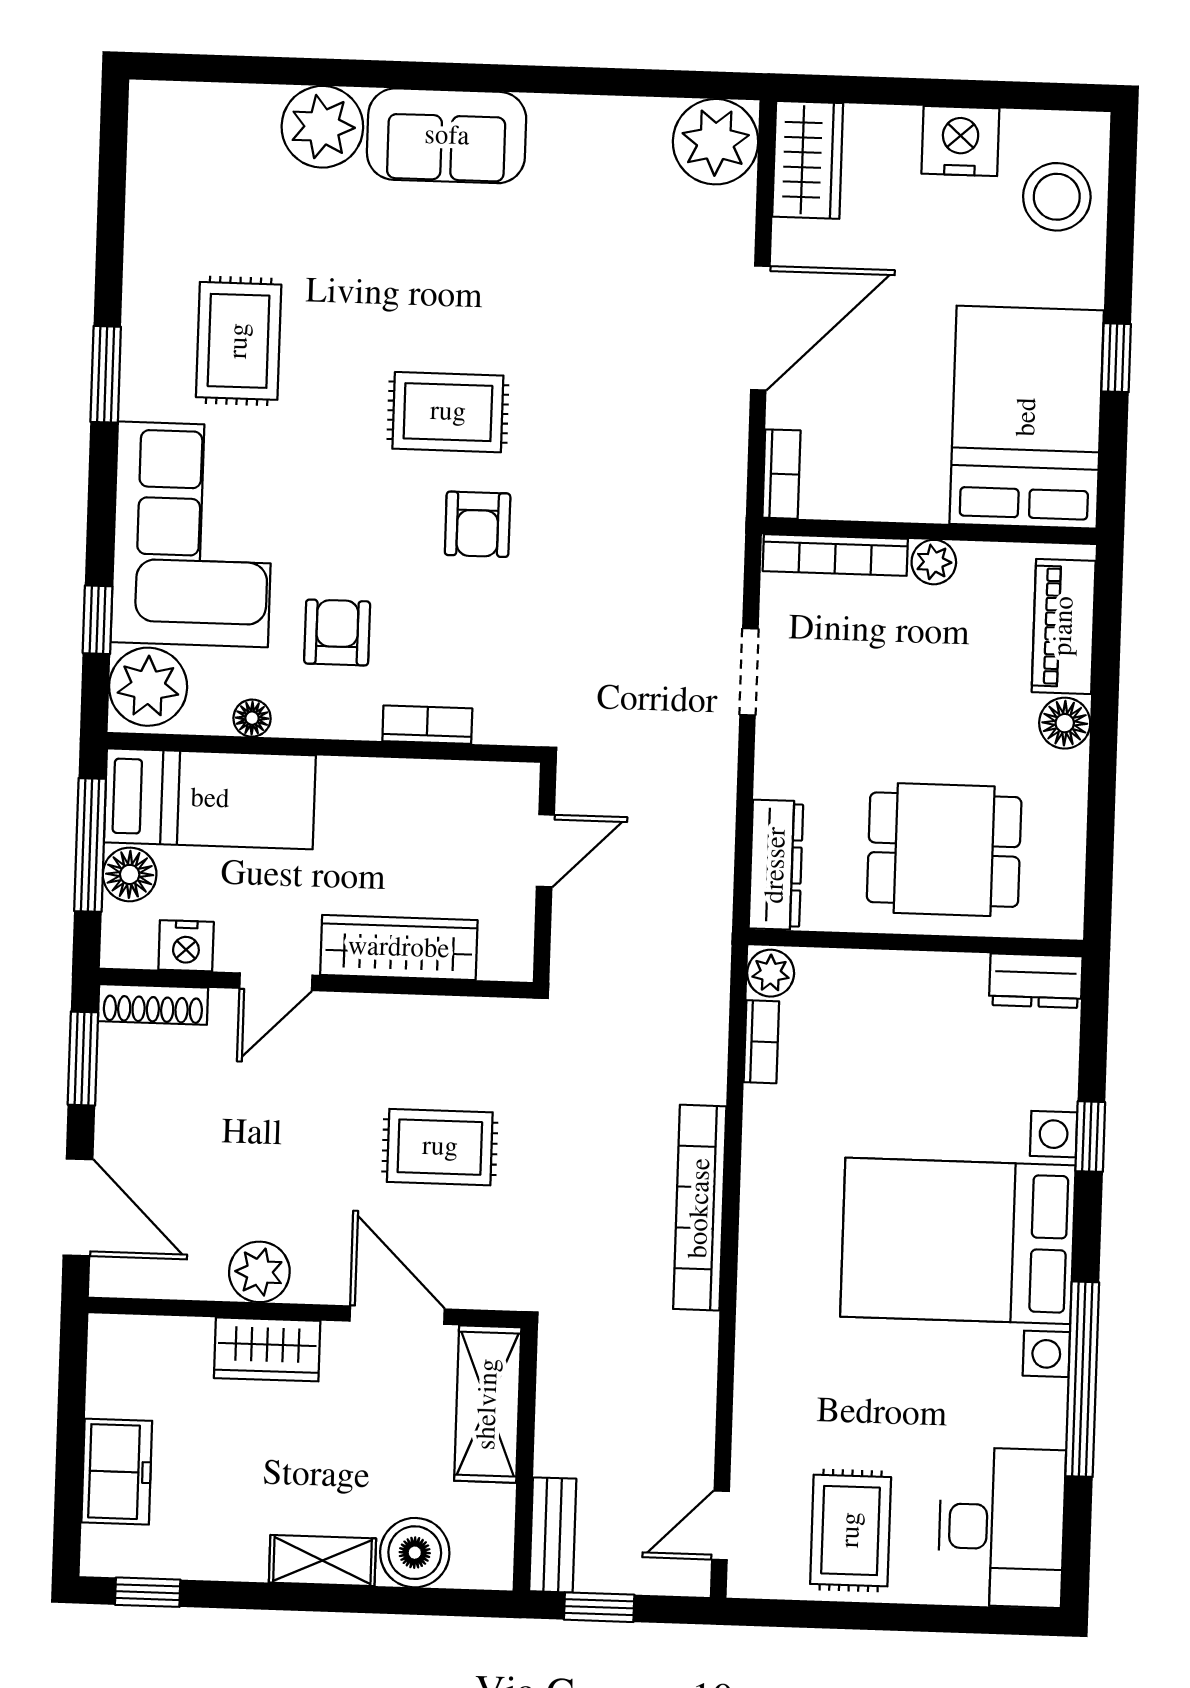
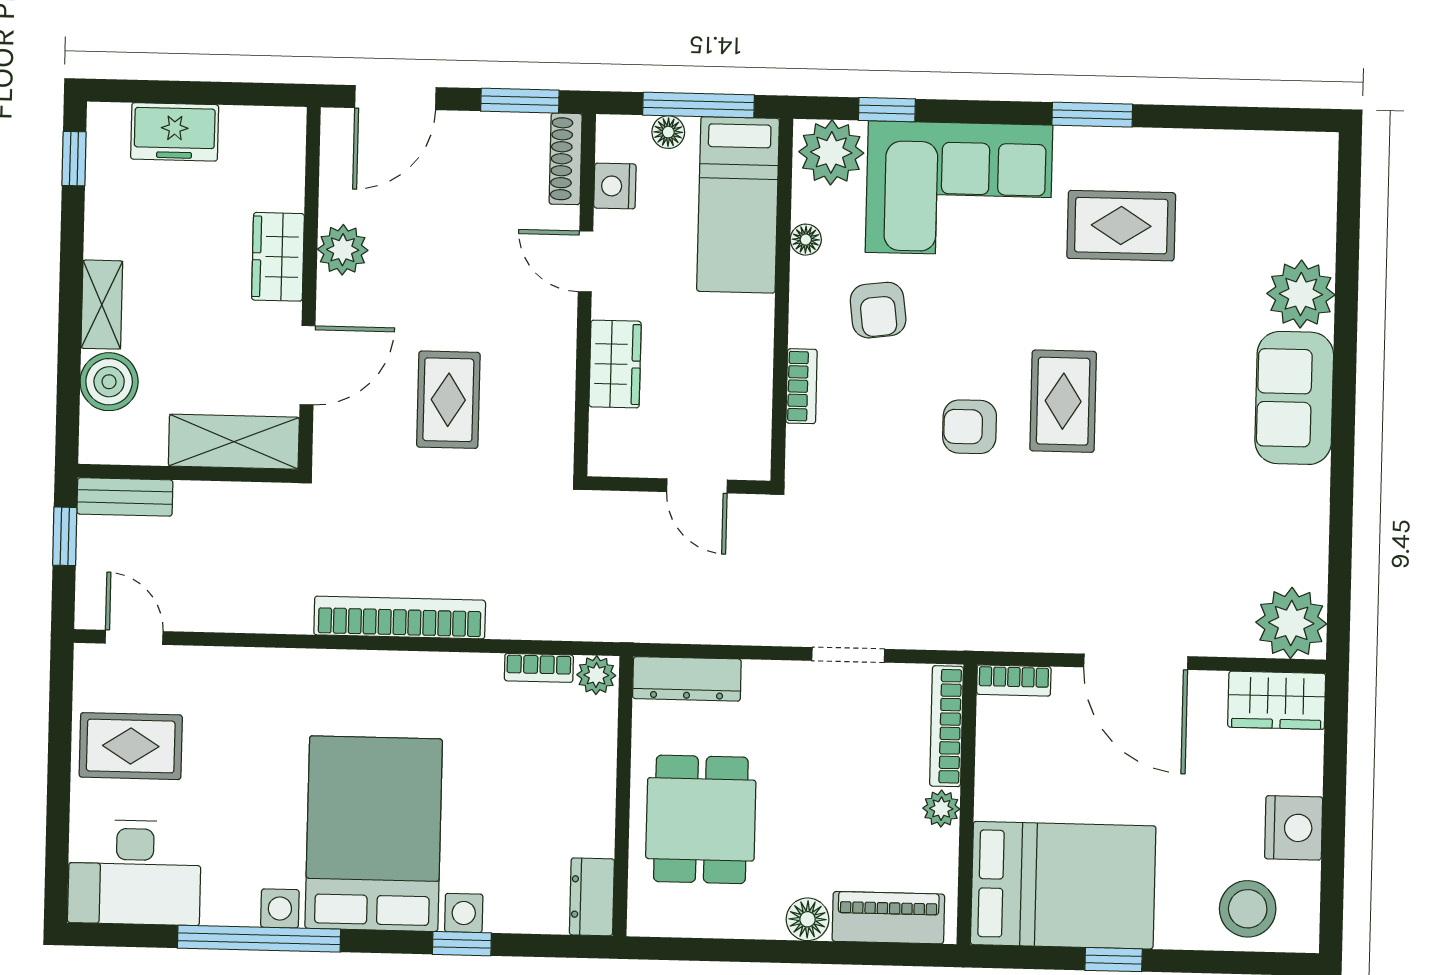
armchair: (337, 632) -> (878, 310), turned 83
floor lamp: (130, 874) -> (668, 132), width x0.73, depth x0.73
wardrobe: (399, 948) -> (615, 364), width x0.67

